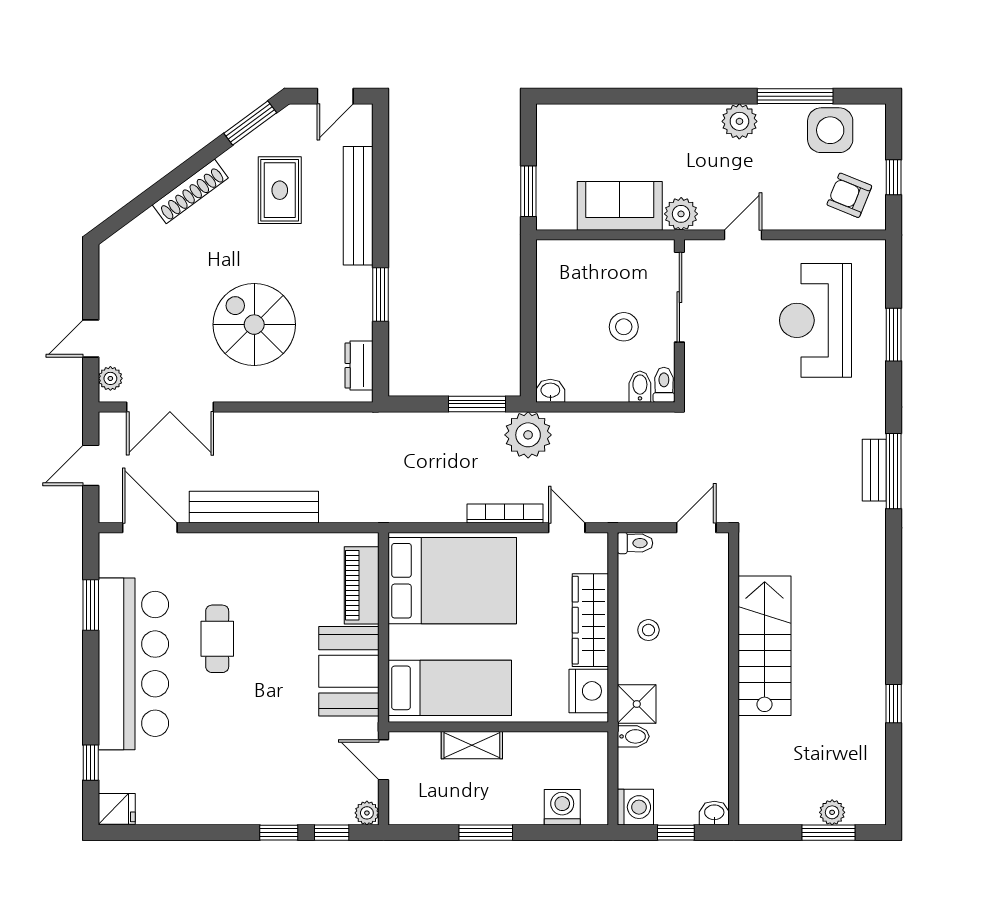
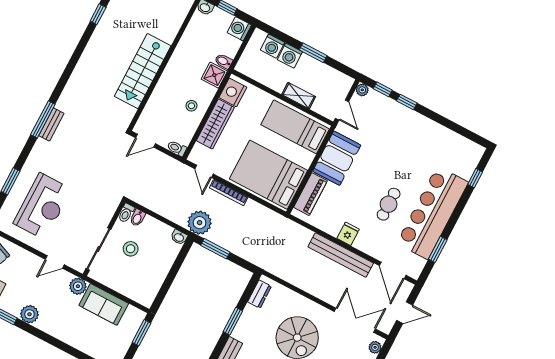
washing machine: (523, 807) -> (290, 56), added
fridge: (117, 809) -> (348, 234), moved, turned 90

